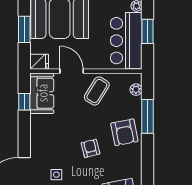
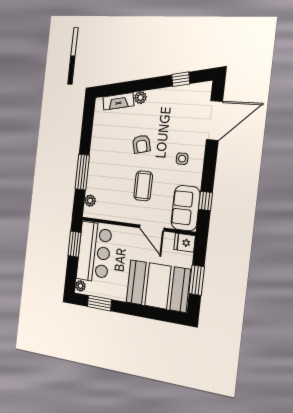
window: (147, 31) -> (74, 244), moved
coffee table: (97, 91) -> (143, 186), moved, turned -32
armchair: (124, 132) -> (106, 158), removed
side table: (56, 175) -> (182, 159), moved

